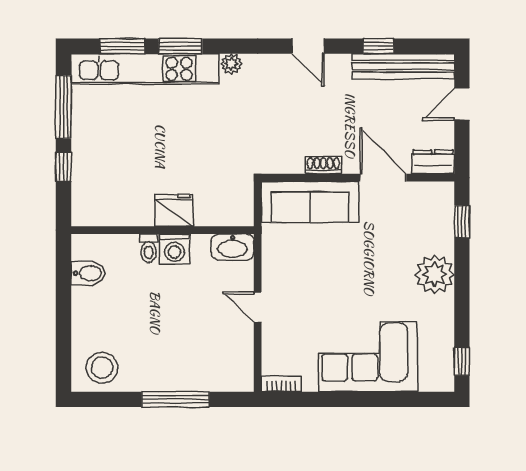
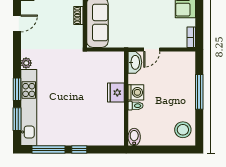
fridge: (174, 210) -> (116, 93), moved
wall: (162, 230) -> (126, 99), moved
washbasin: (233, 247) -> (135, 62), moved
toilet: (149, 248) -> (136, 106), moved
washing machine: (174, 249) -> (136, 92), moved

